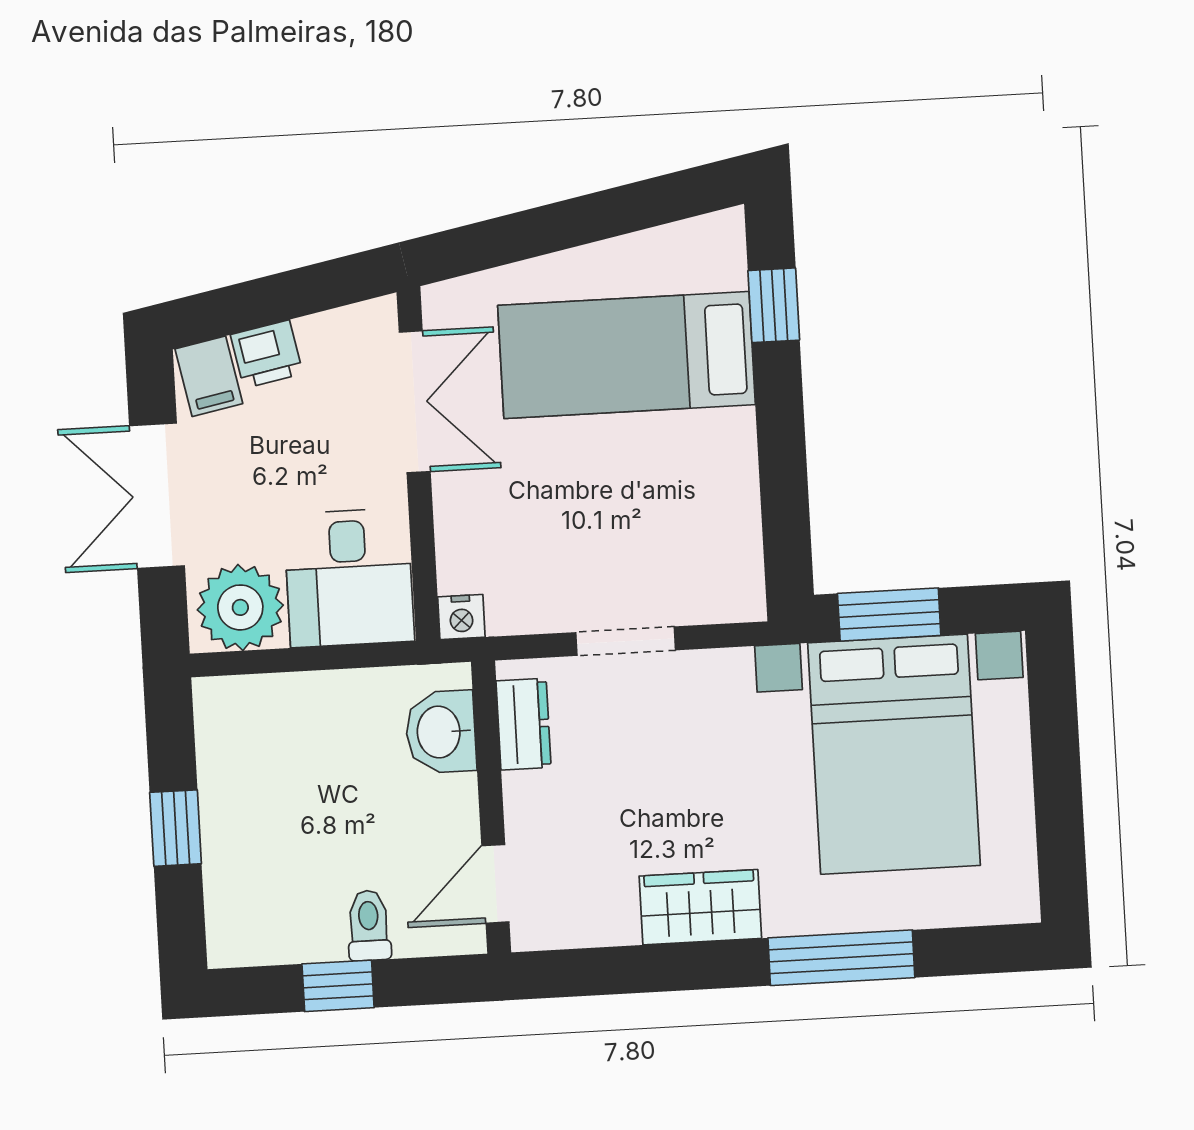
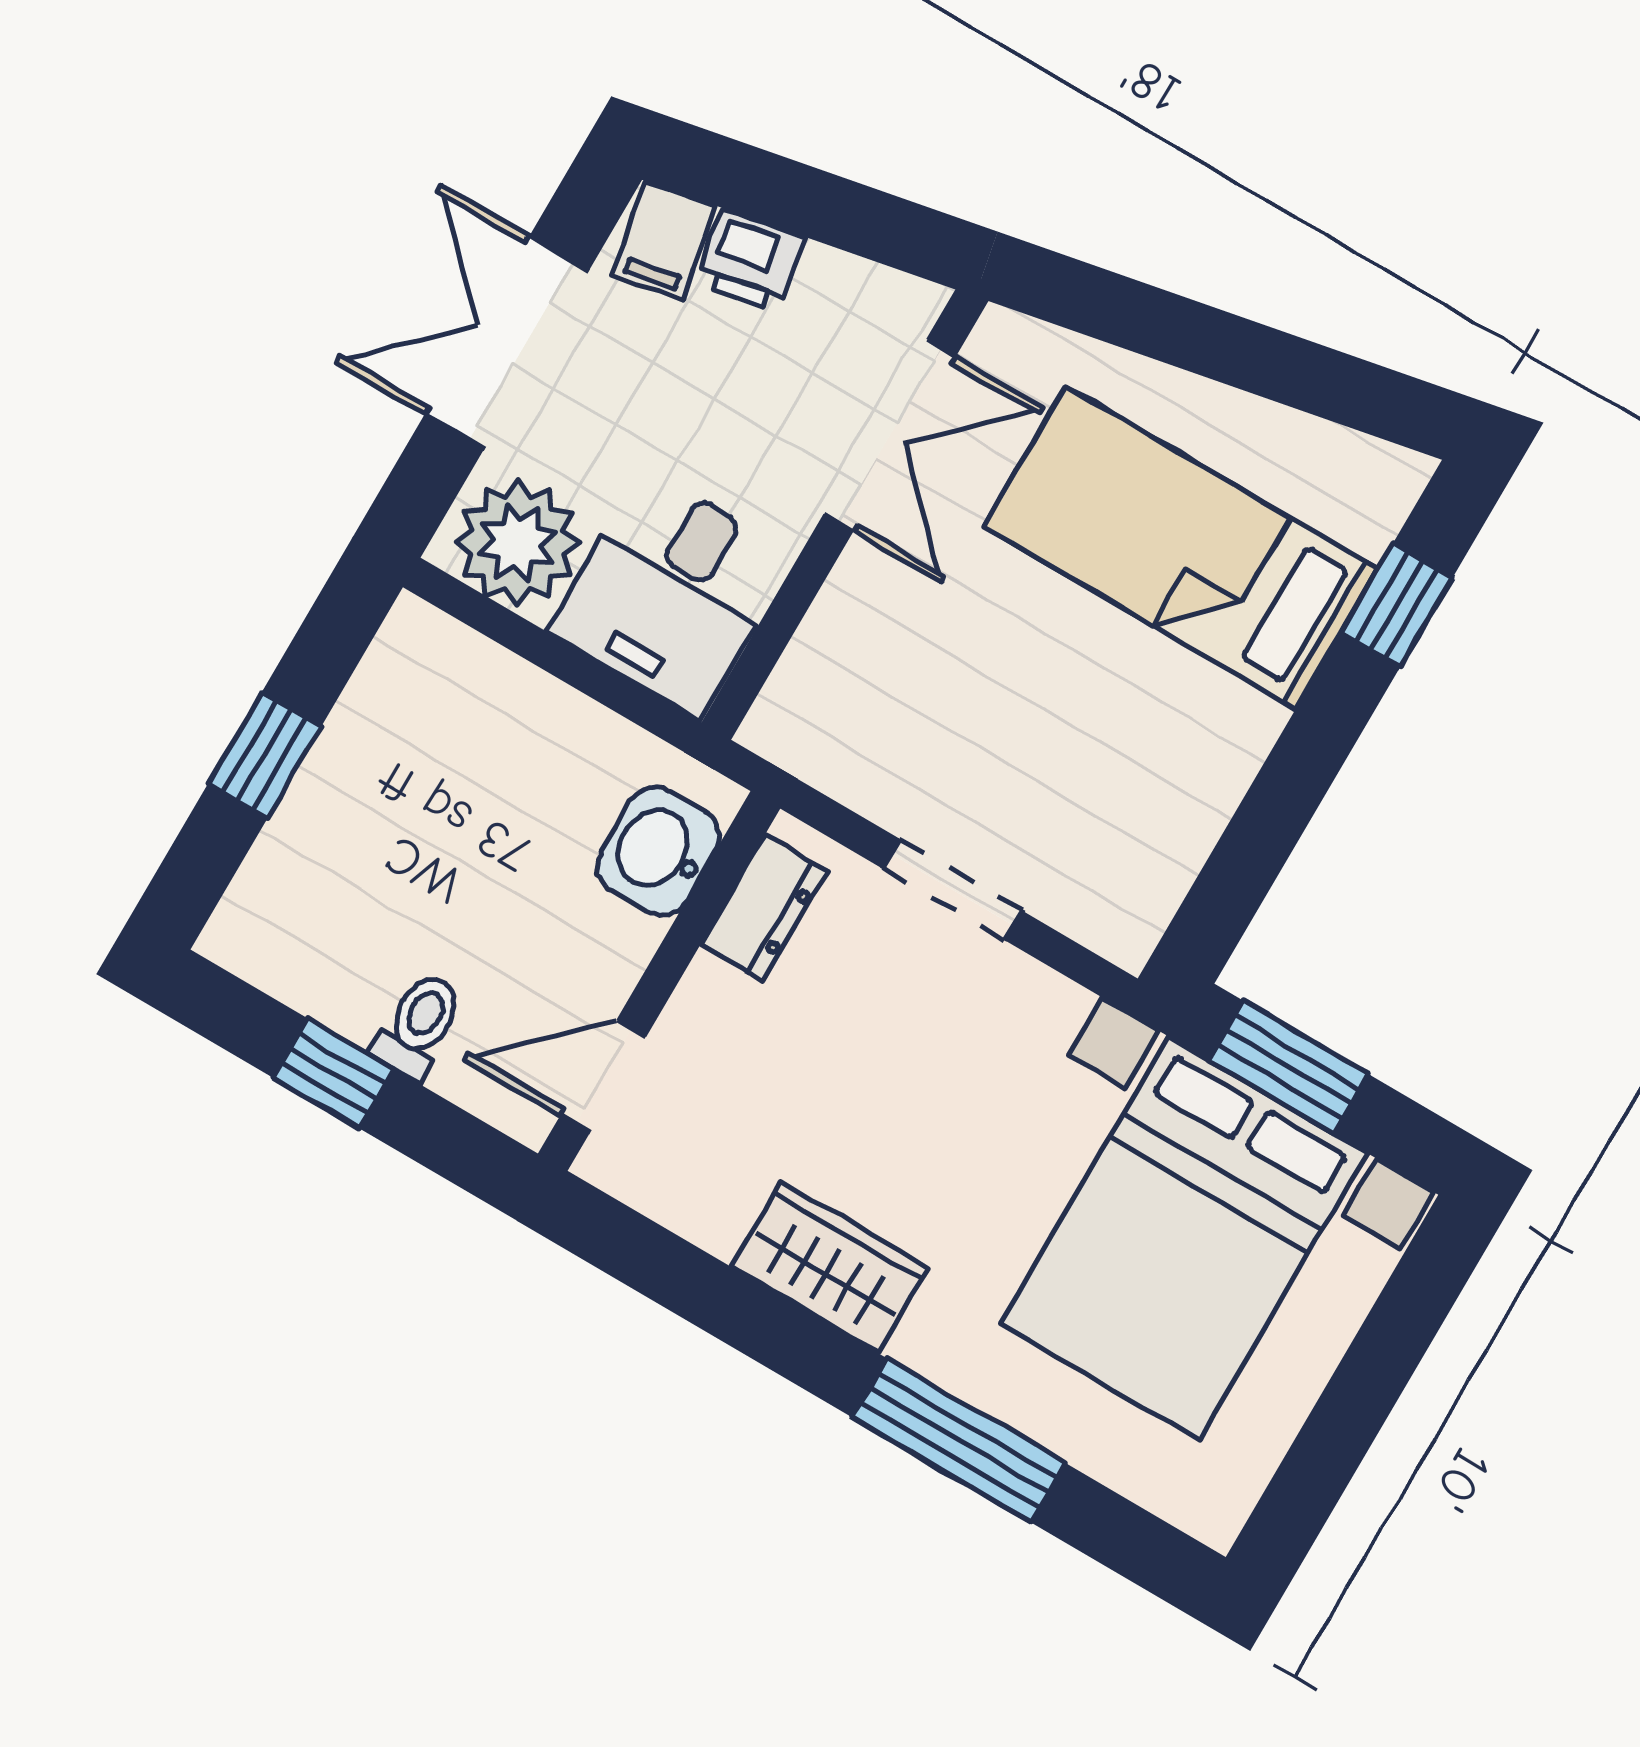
nightstand: (461, 617) -> (775, 730), removed

